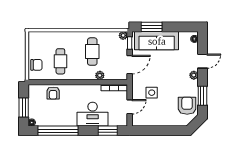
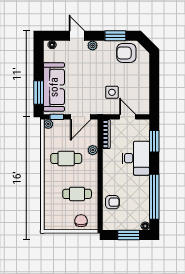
door: (130, 65) -> (81, 117), swing flipped

